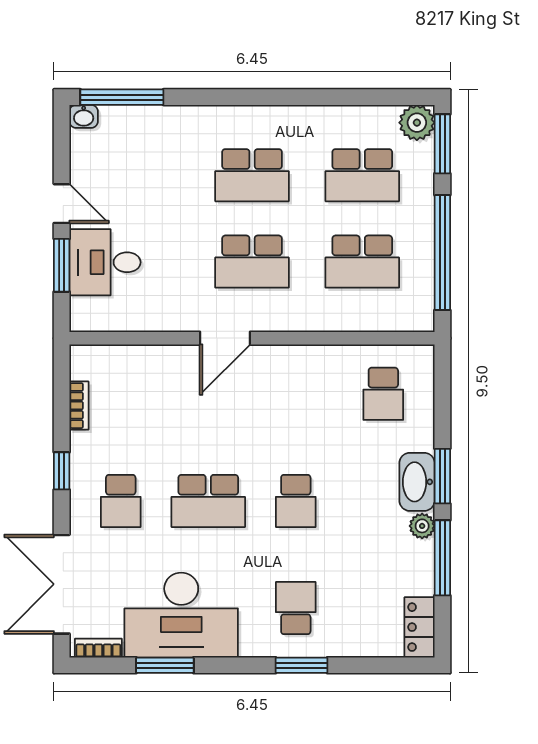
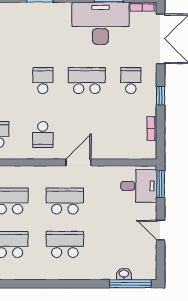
washbasin: (84, 116) -> (124, 274), moved
desk: (105, 262) -> (139, 186), moved
window: (62, 265) -> (161, 184), moved
school desk: (296, 608) -> (43, 135), moved

